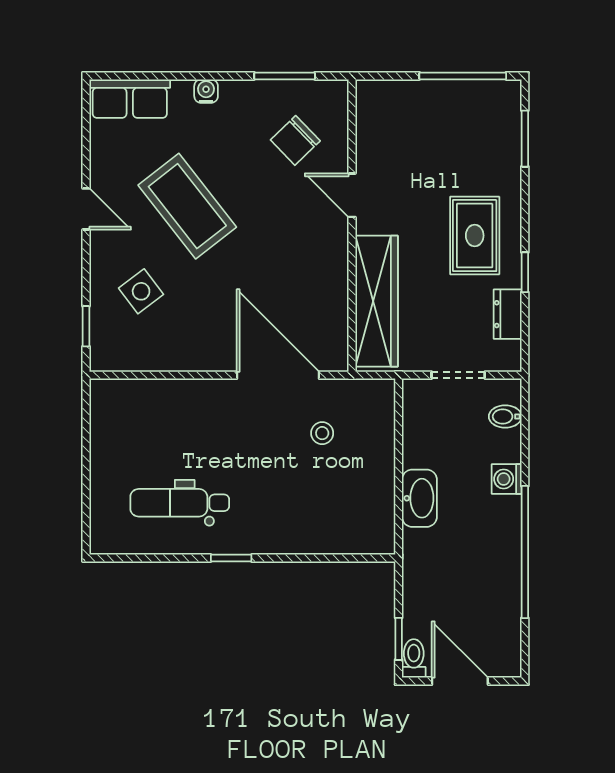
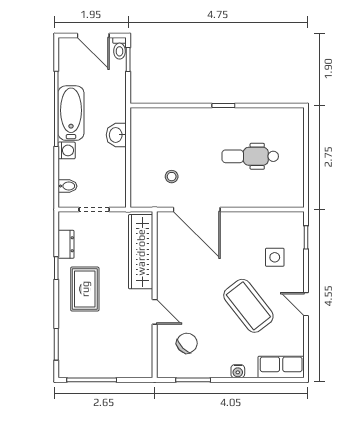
side table: (141, 291) -> (275, 257), turned 37
washbasin: (419, 498) -> (116, 135), width x0.72
dental chair: (180, 503) -> (250, 156), moved, turned 180
bathtub: (499, 545) -> (71, 113), added

